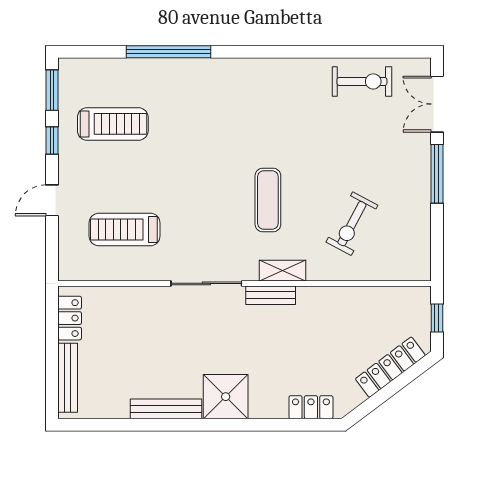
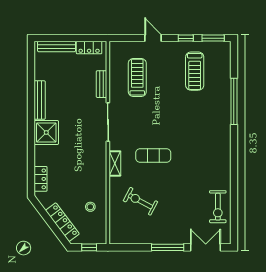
bench: (271, 295) -> (101, 84), moved
stool: (362, 316) -> (90, 207), added

